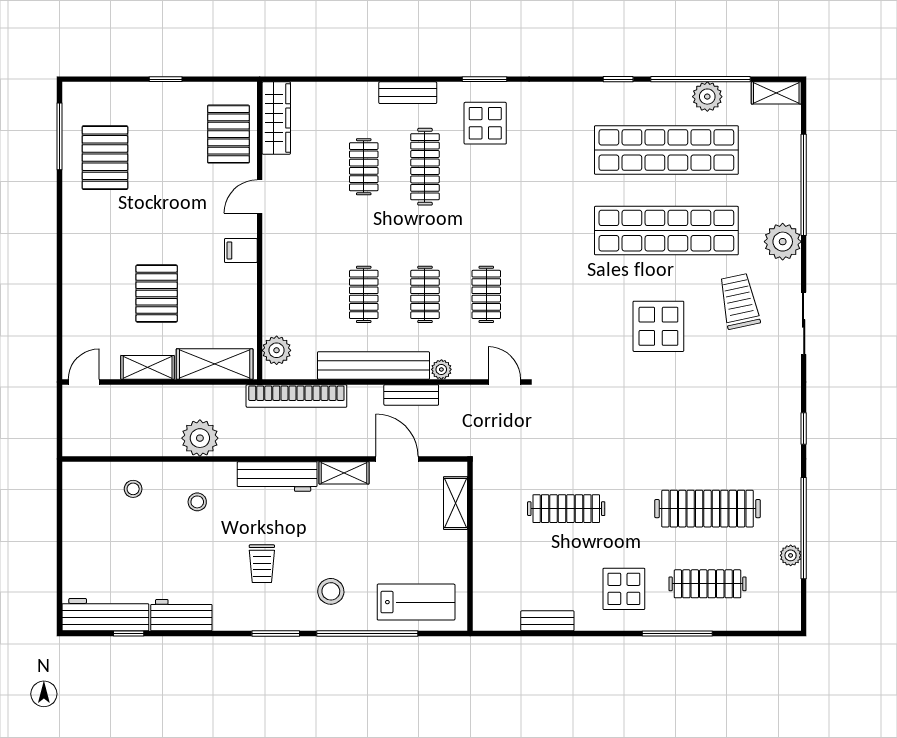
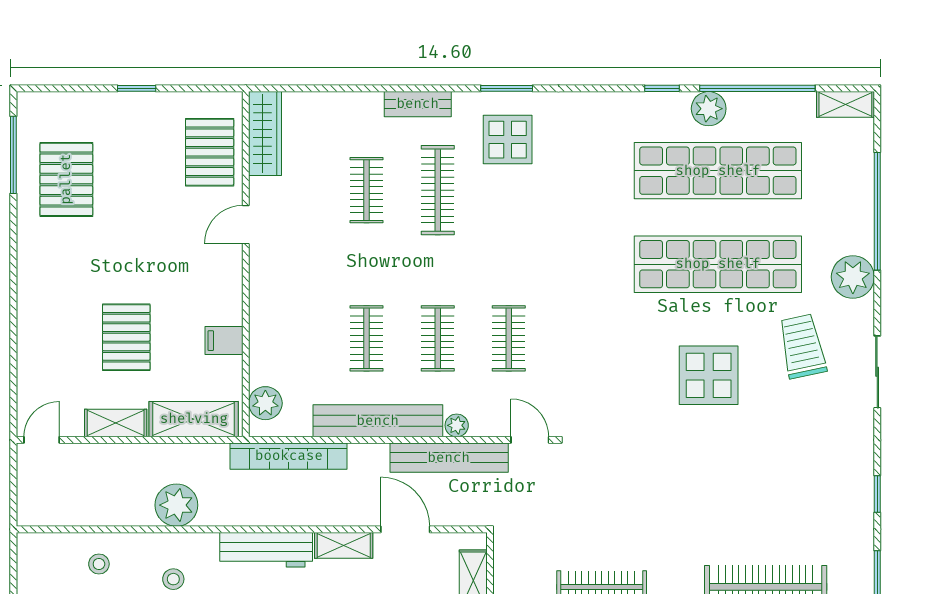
plant: (707, 97) -> (709, 109), moved
filing cabinet: (241, 251) -> (224, 341), moved
bench: (411, 395) -> (449, 458), width x1.86, depth x1.21

